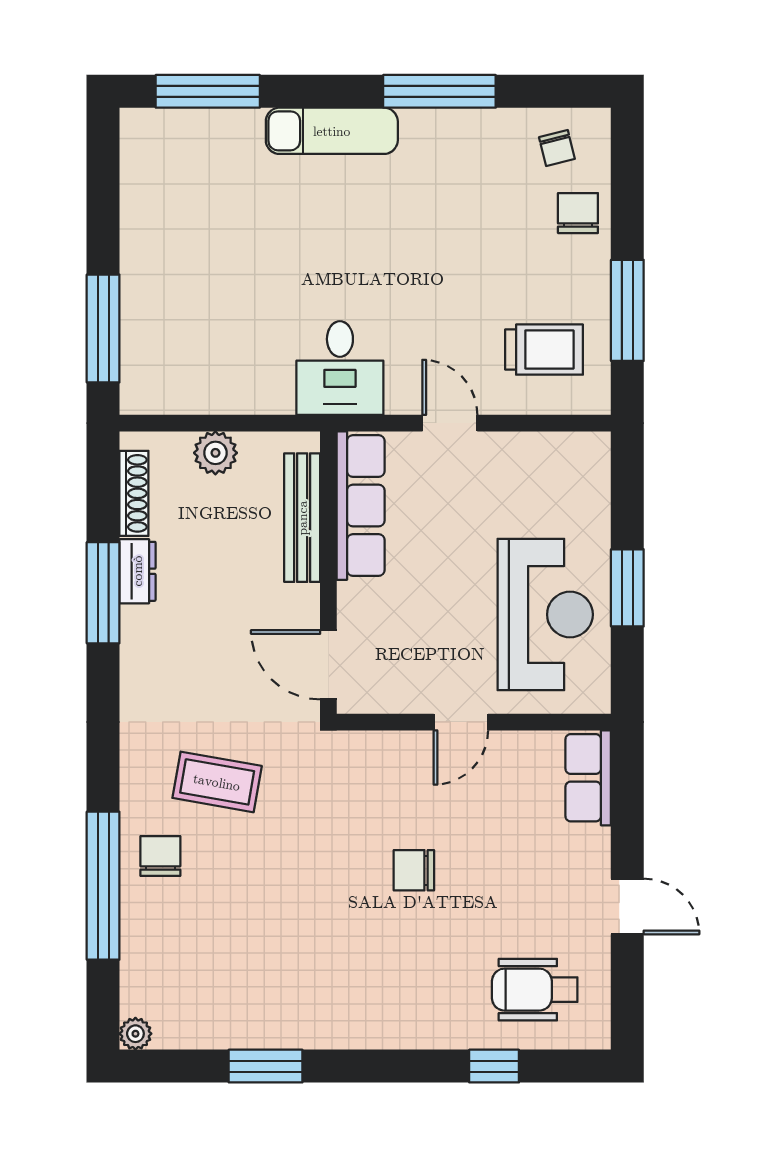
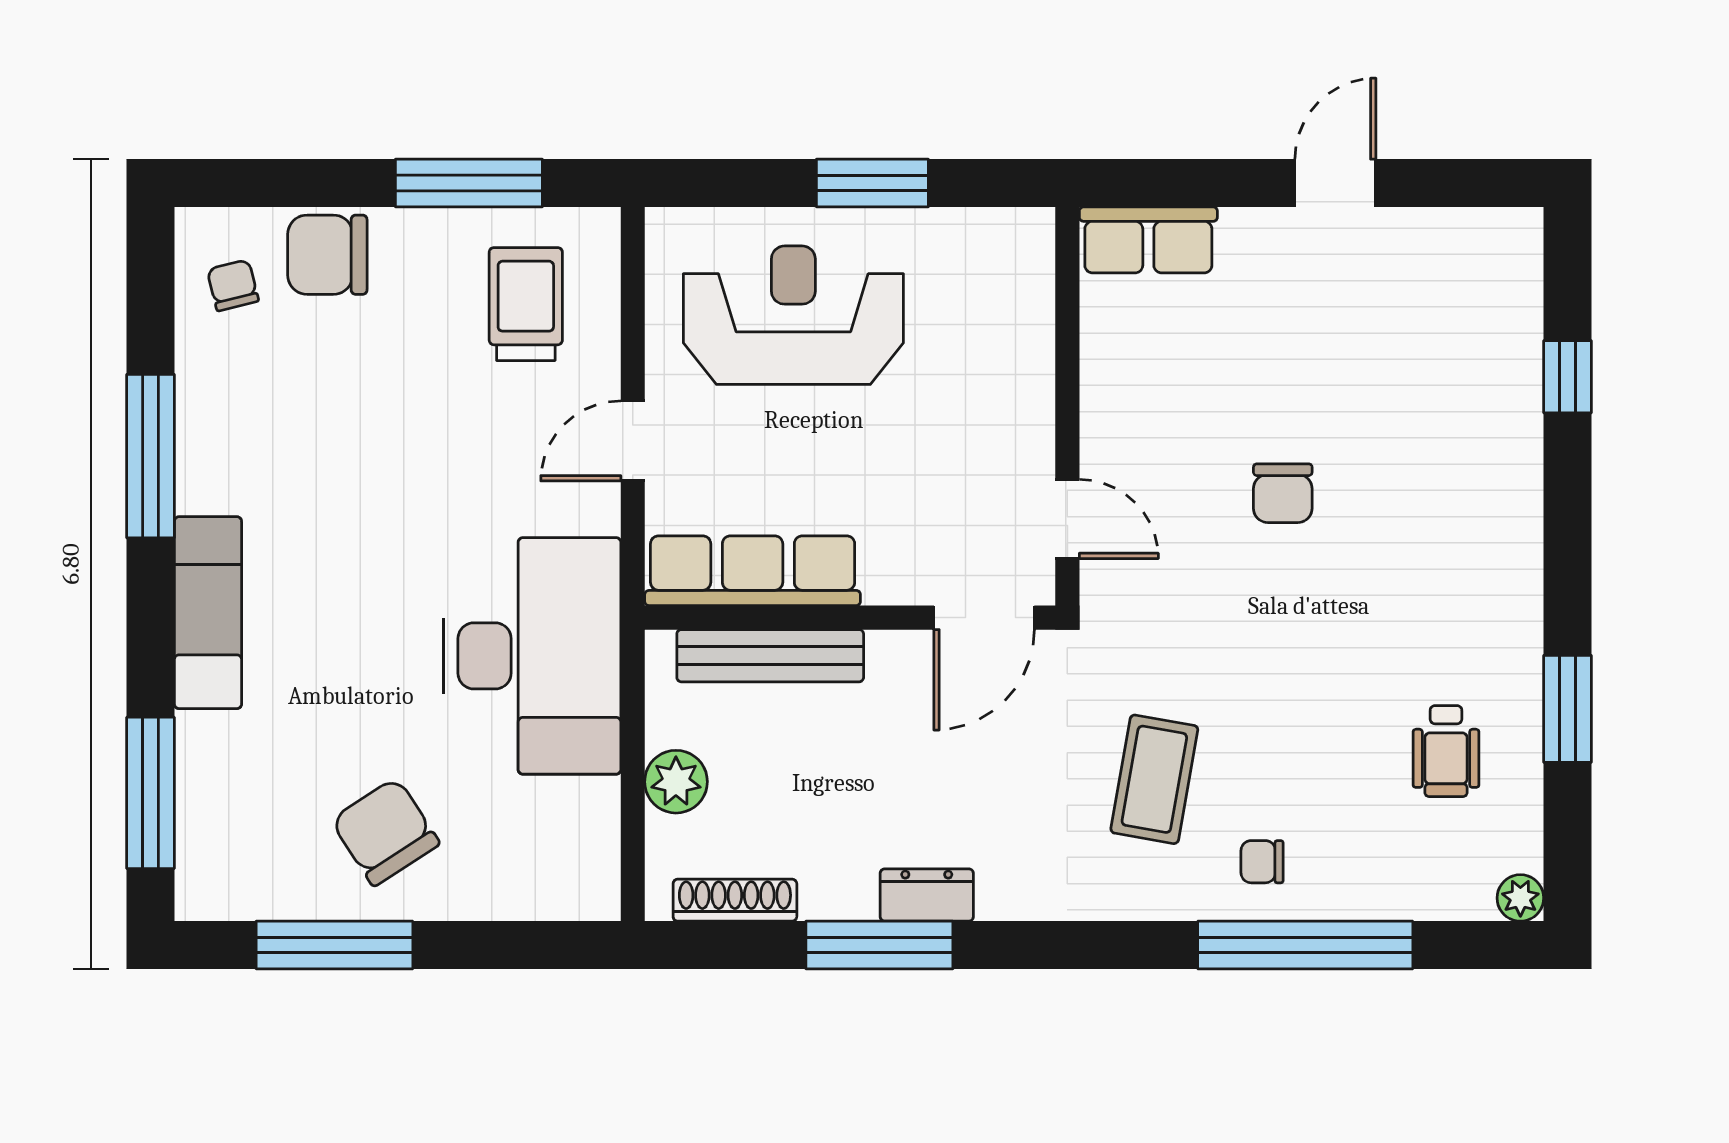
chair: (557, 148) -> (233, 285), turned -90
chair: (578, 213) -> (327, 255), width x1.37, depth x1.37
chair: (181, 253) -> (385, 832), added
window: (103, 328) -> (334, 945), moved
desk: (340, 368) -> (532, 656), width x1.87, depth x1.30
dresser: (137, 571) -> (927, 895), moved
reception desk: (545, 615) -> (793, 315), moved
door: (461, 722) -> (1067, 519), moved
chair: (160, 856) -> (1262, 862), width x0.73, depth x0.73
wheelchair: (535, 990) -> (1446, 751), moved, width x0.73, depth x0.73

